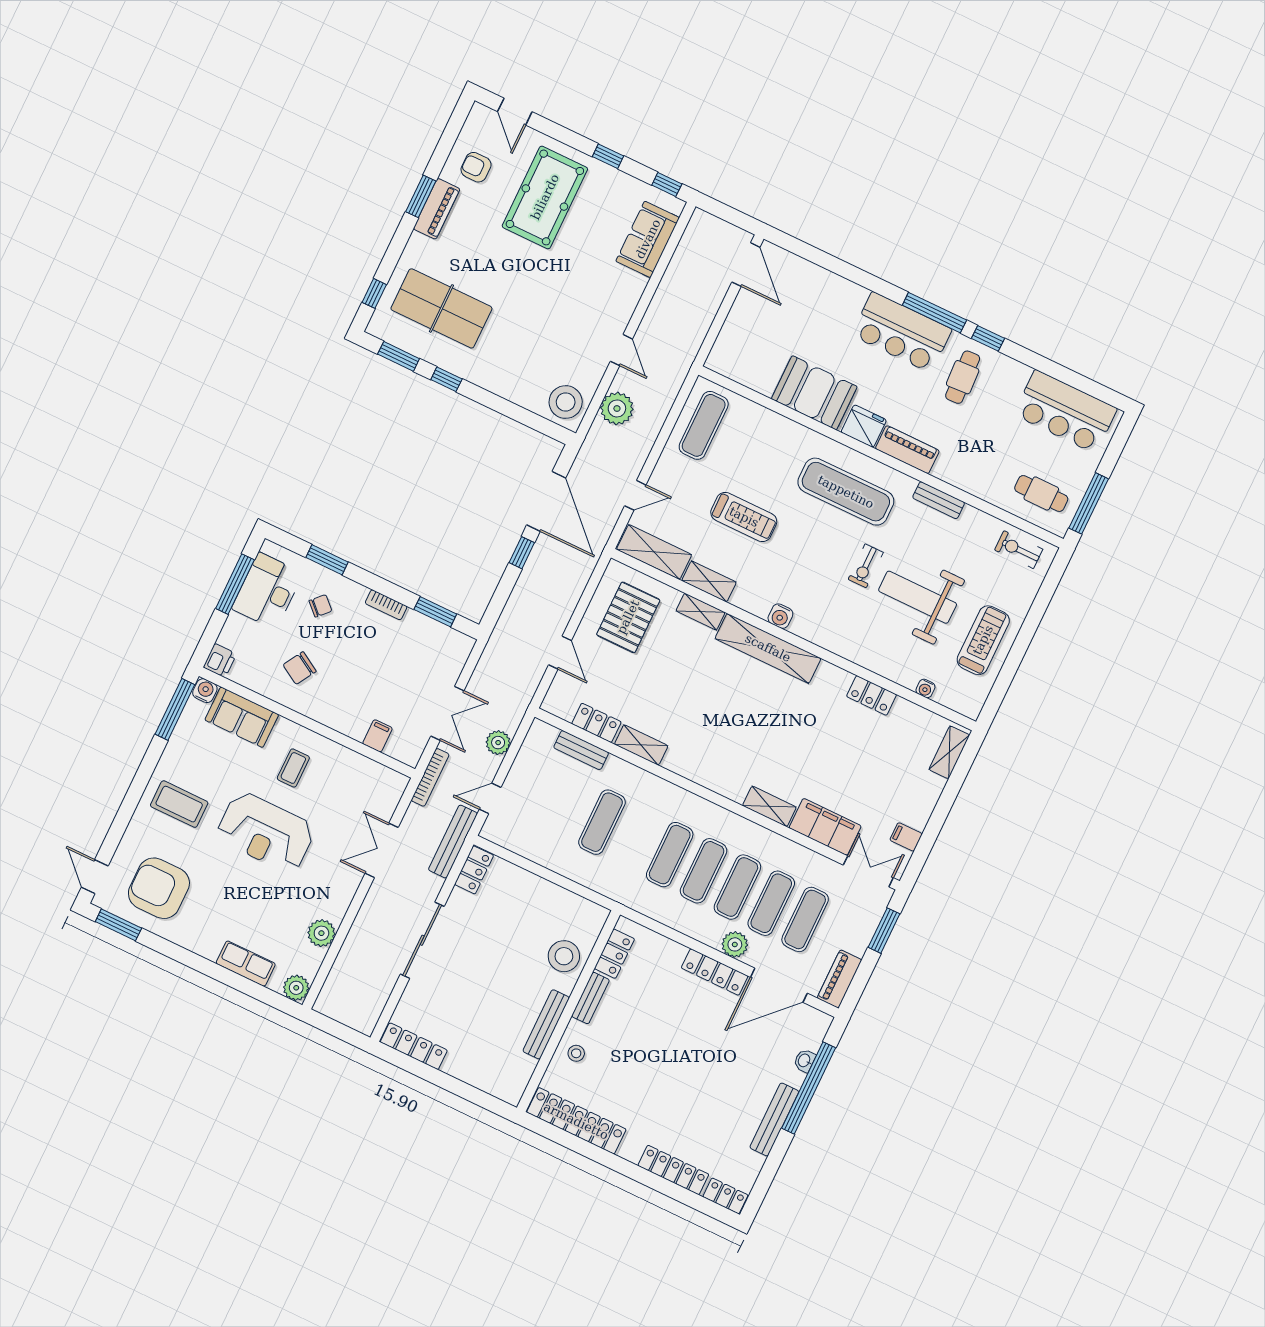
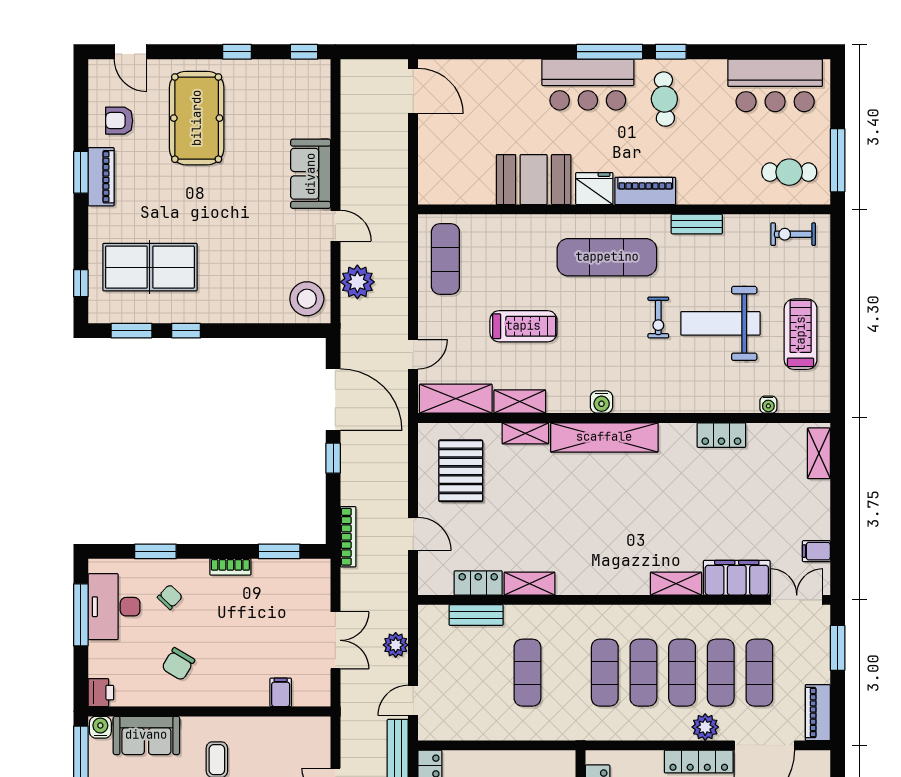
sofa: (648, 239) -> (311, 174), moved
bookcase: (430, 777) -> (348, 537), moved

